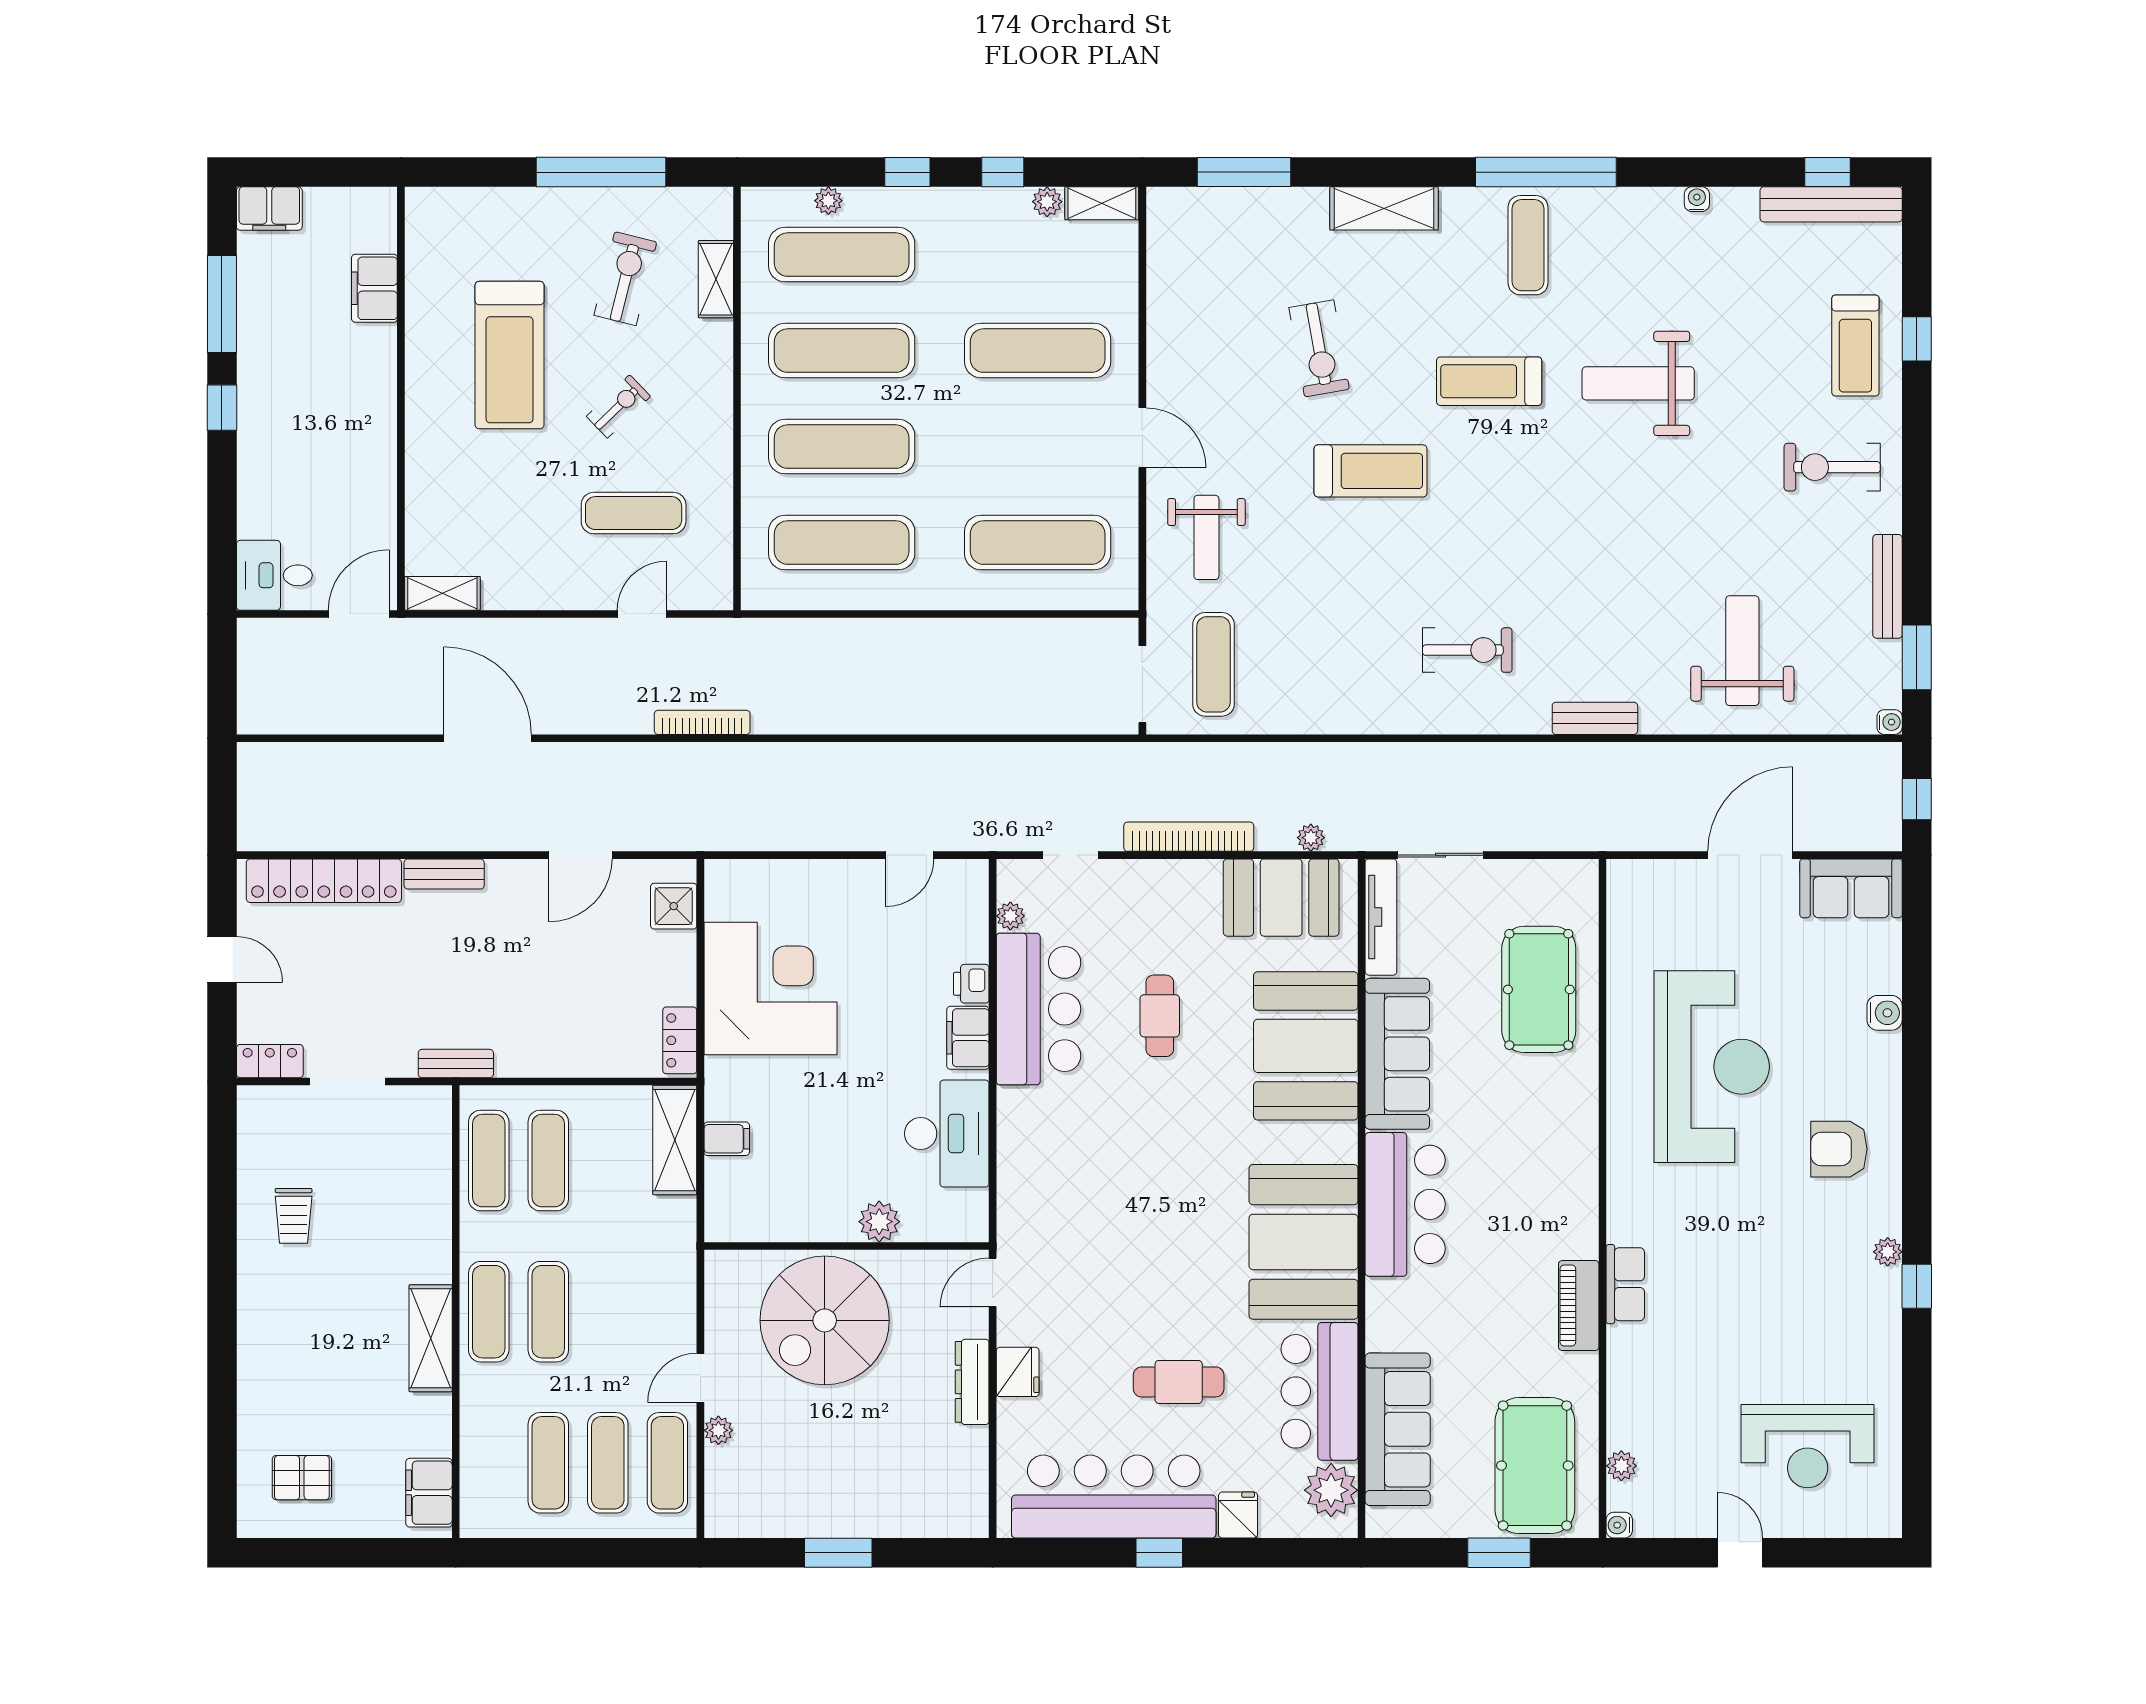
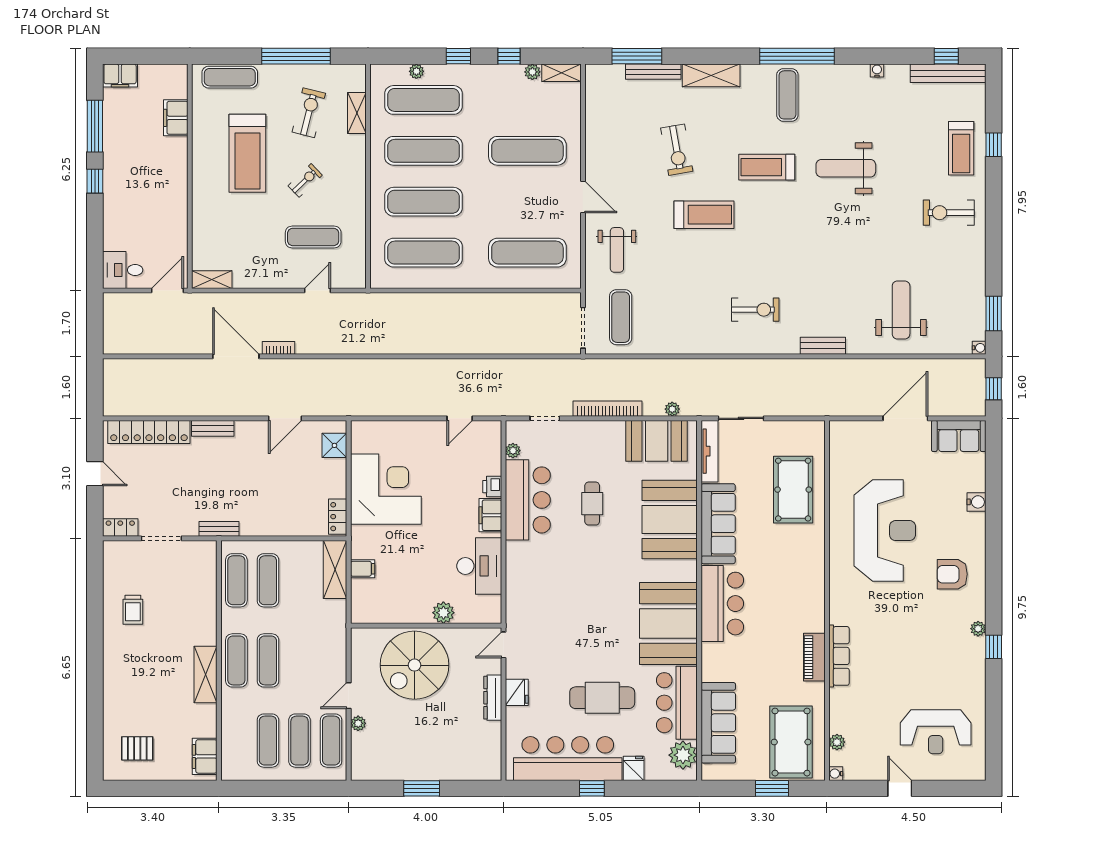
exercise mat: (476, 212) -> (230, 77), added
bench: (1887, 586) -> (653, 72), moved, turned 90
bookcase: (702, 722) -> (278, 348), moved, width x0.64
row of seats: (1625, 1284) -> (839, 656), width x1.48
cafe table: (1179, 1382) -> (602, 698), width x1.37, depth x1.35

